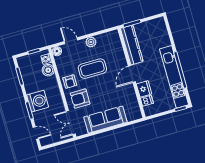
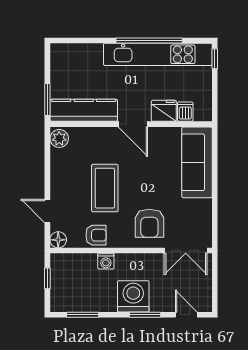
door: (71, 41) -> (47, 211), hinge flipped
plant: (91, 42) -> (59, 138), moved
washing machine: (46, 59) -> (106, 261), moved
boiler: (48, 70) -> (86, 264), removed
armchair: (70, 82) -> (96, 235), moved
sofa: (105, 120) -> (197, 162), moved
door: (36, 133) -> (186, 315), hinge flipped

